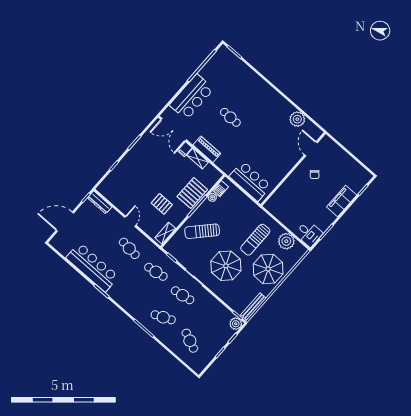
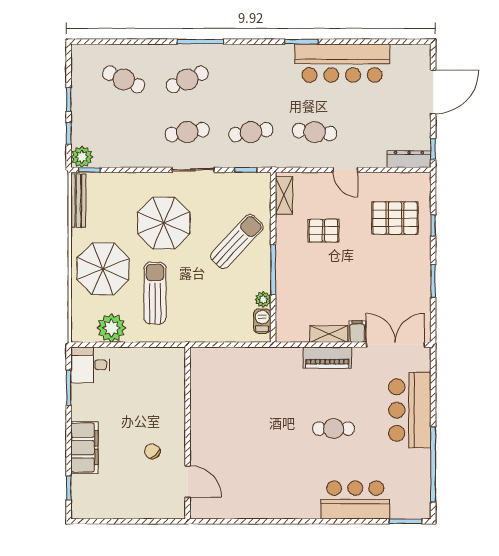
plant: (297, 119) -> (241, 505), removed
bar counter: (250, 181) -> (355, 500), moved, turned 180
pallet: (192, 193) -> (395, 218), moved, turned 90

